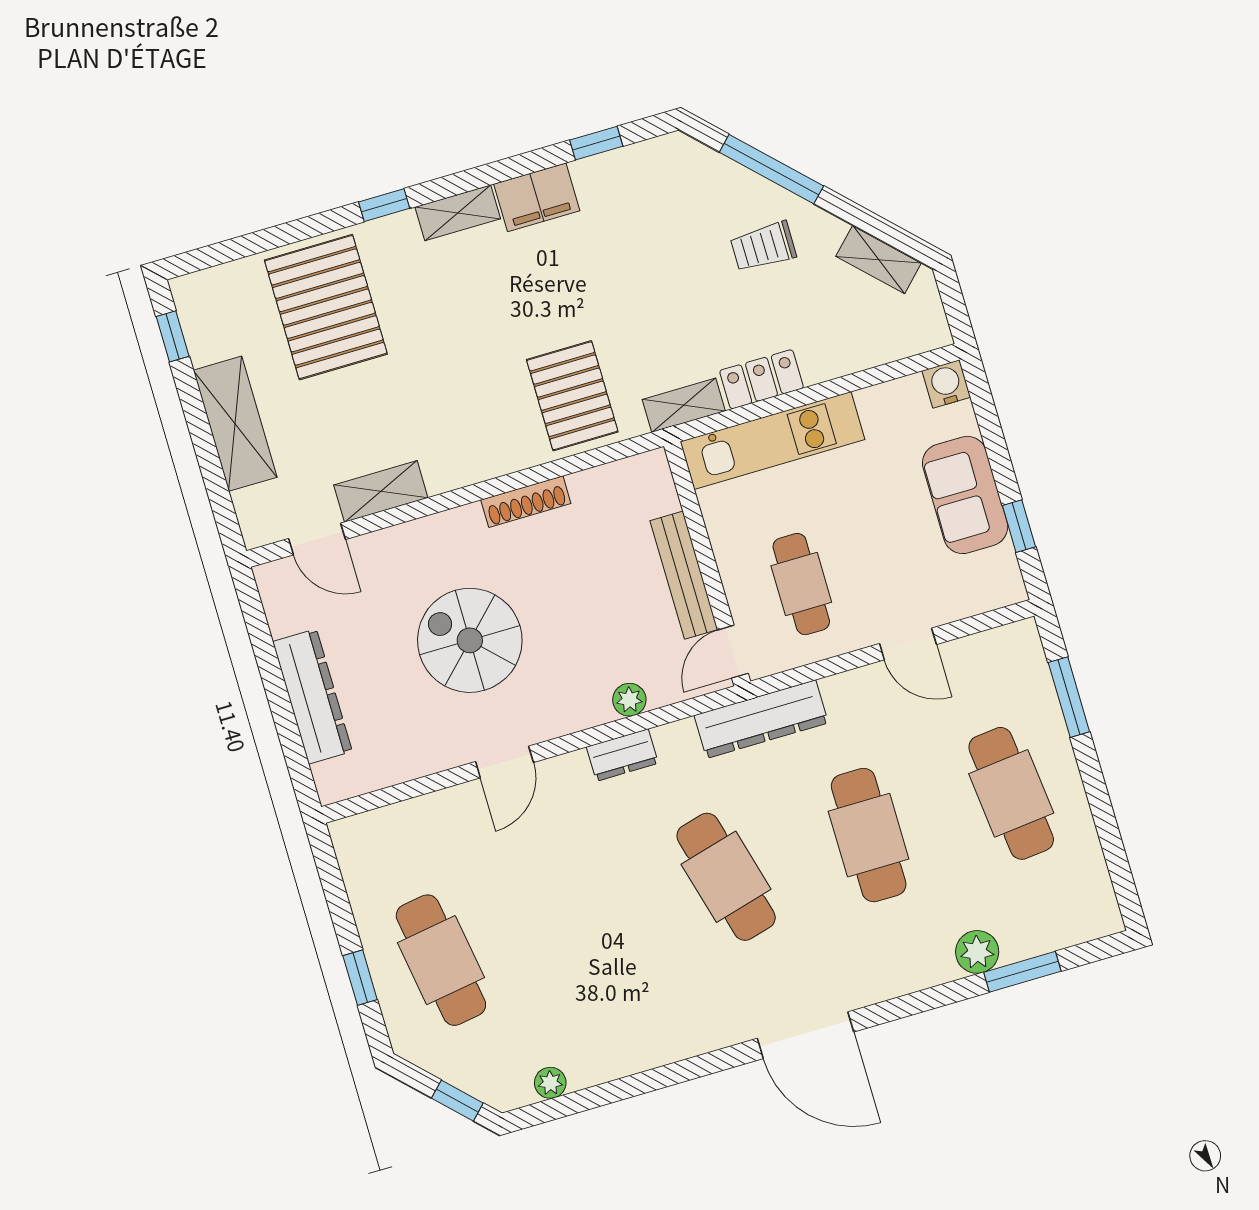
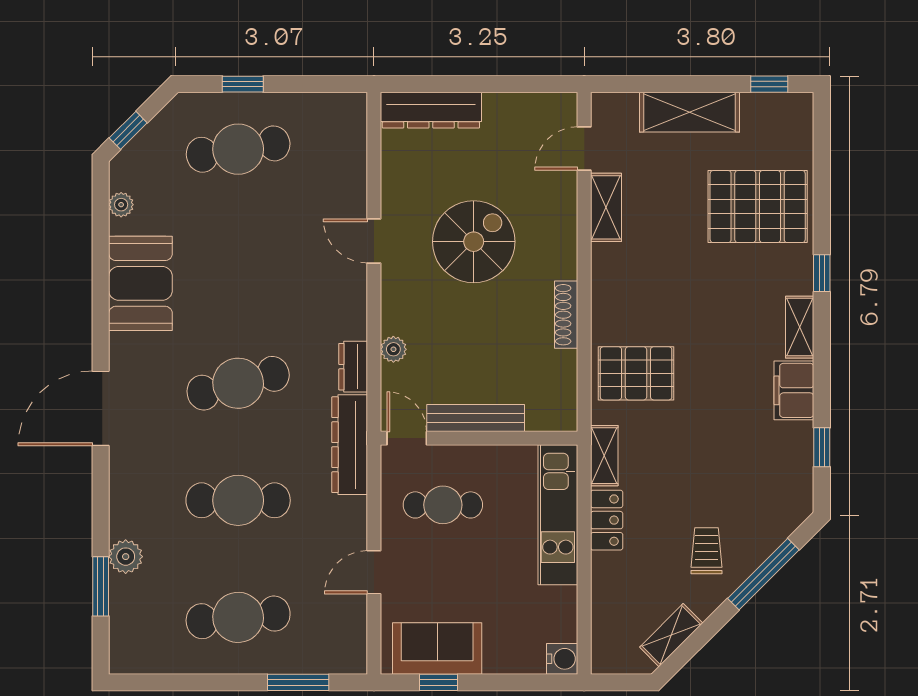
sofa: (965, 495) -> (437, 649), moved
dresser: (312, 697) -> (431, 110), moved
dresser: (622, 755) -> (353, 367), moved
booth: (639, 1031) -> (140, 283), added

